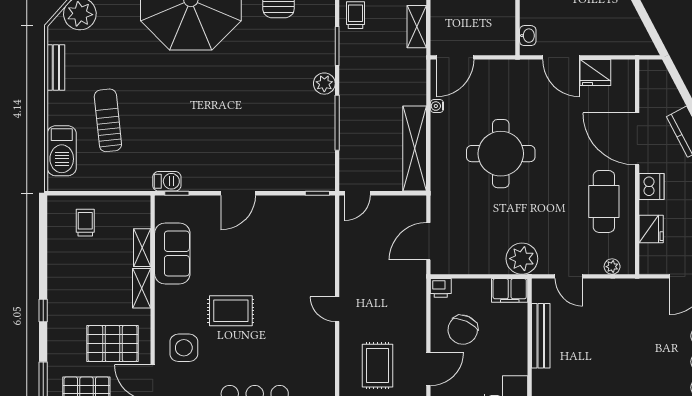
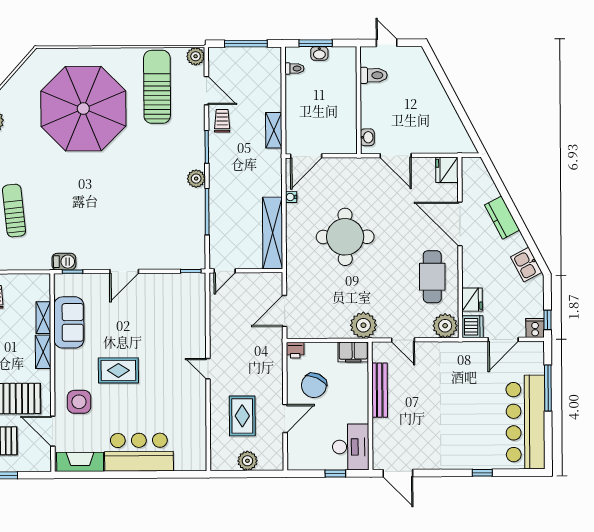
fridge: (595, 73) -> (447, 170), moved, turned 90
dishwasher: (651, 187) -> (473, 327), moved
plant: (612, 267) -> (445, 326), width x1.87, depth x1.87

